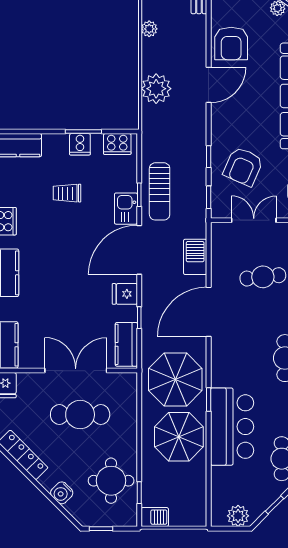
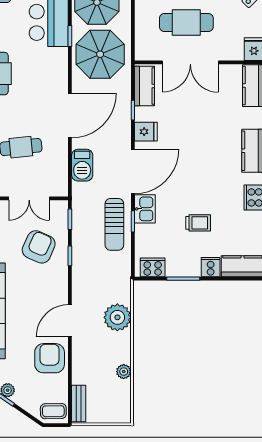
cooker: (80, 144) -> (211, 267), moved
sun lounger: (160, 191) -> (114, 224), turned 180

